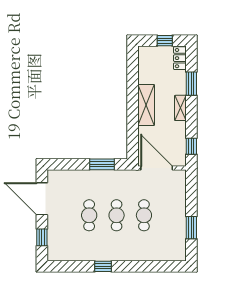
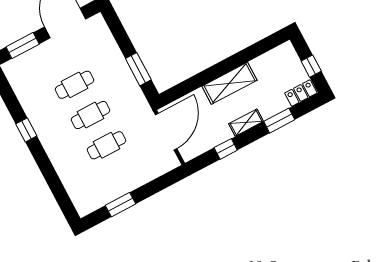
window: (191, 146) -> (226, 149), moved
window: (42, 237) -> (23, 45), width x1.50

